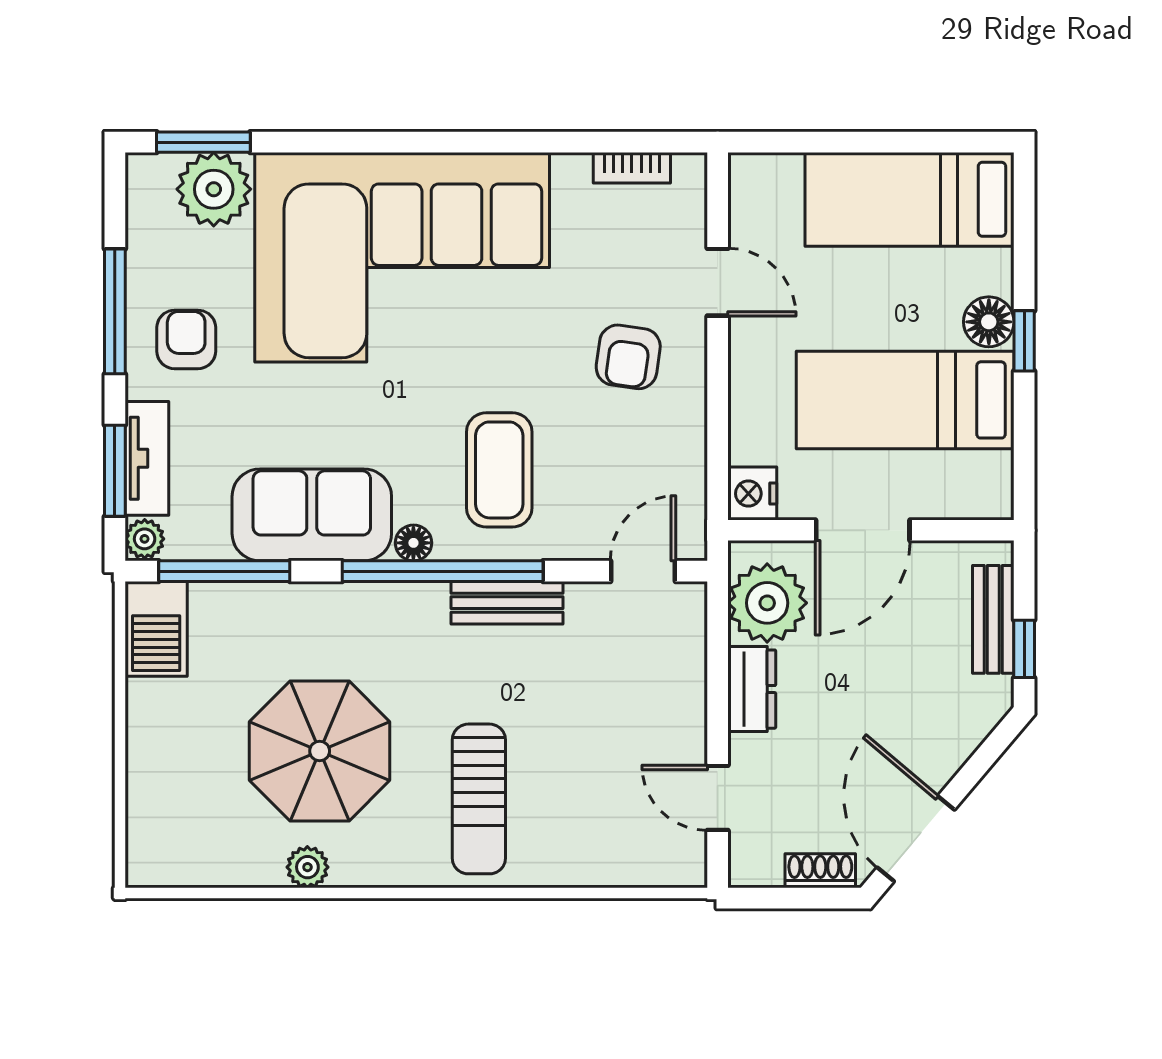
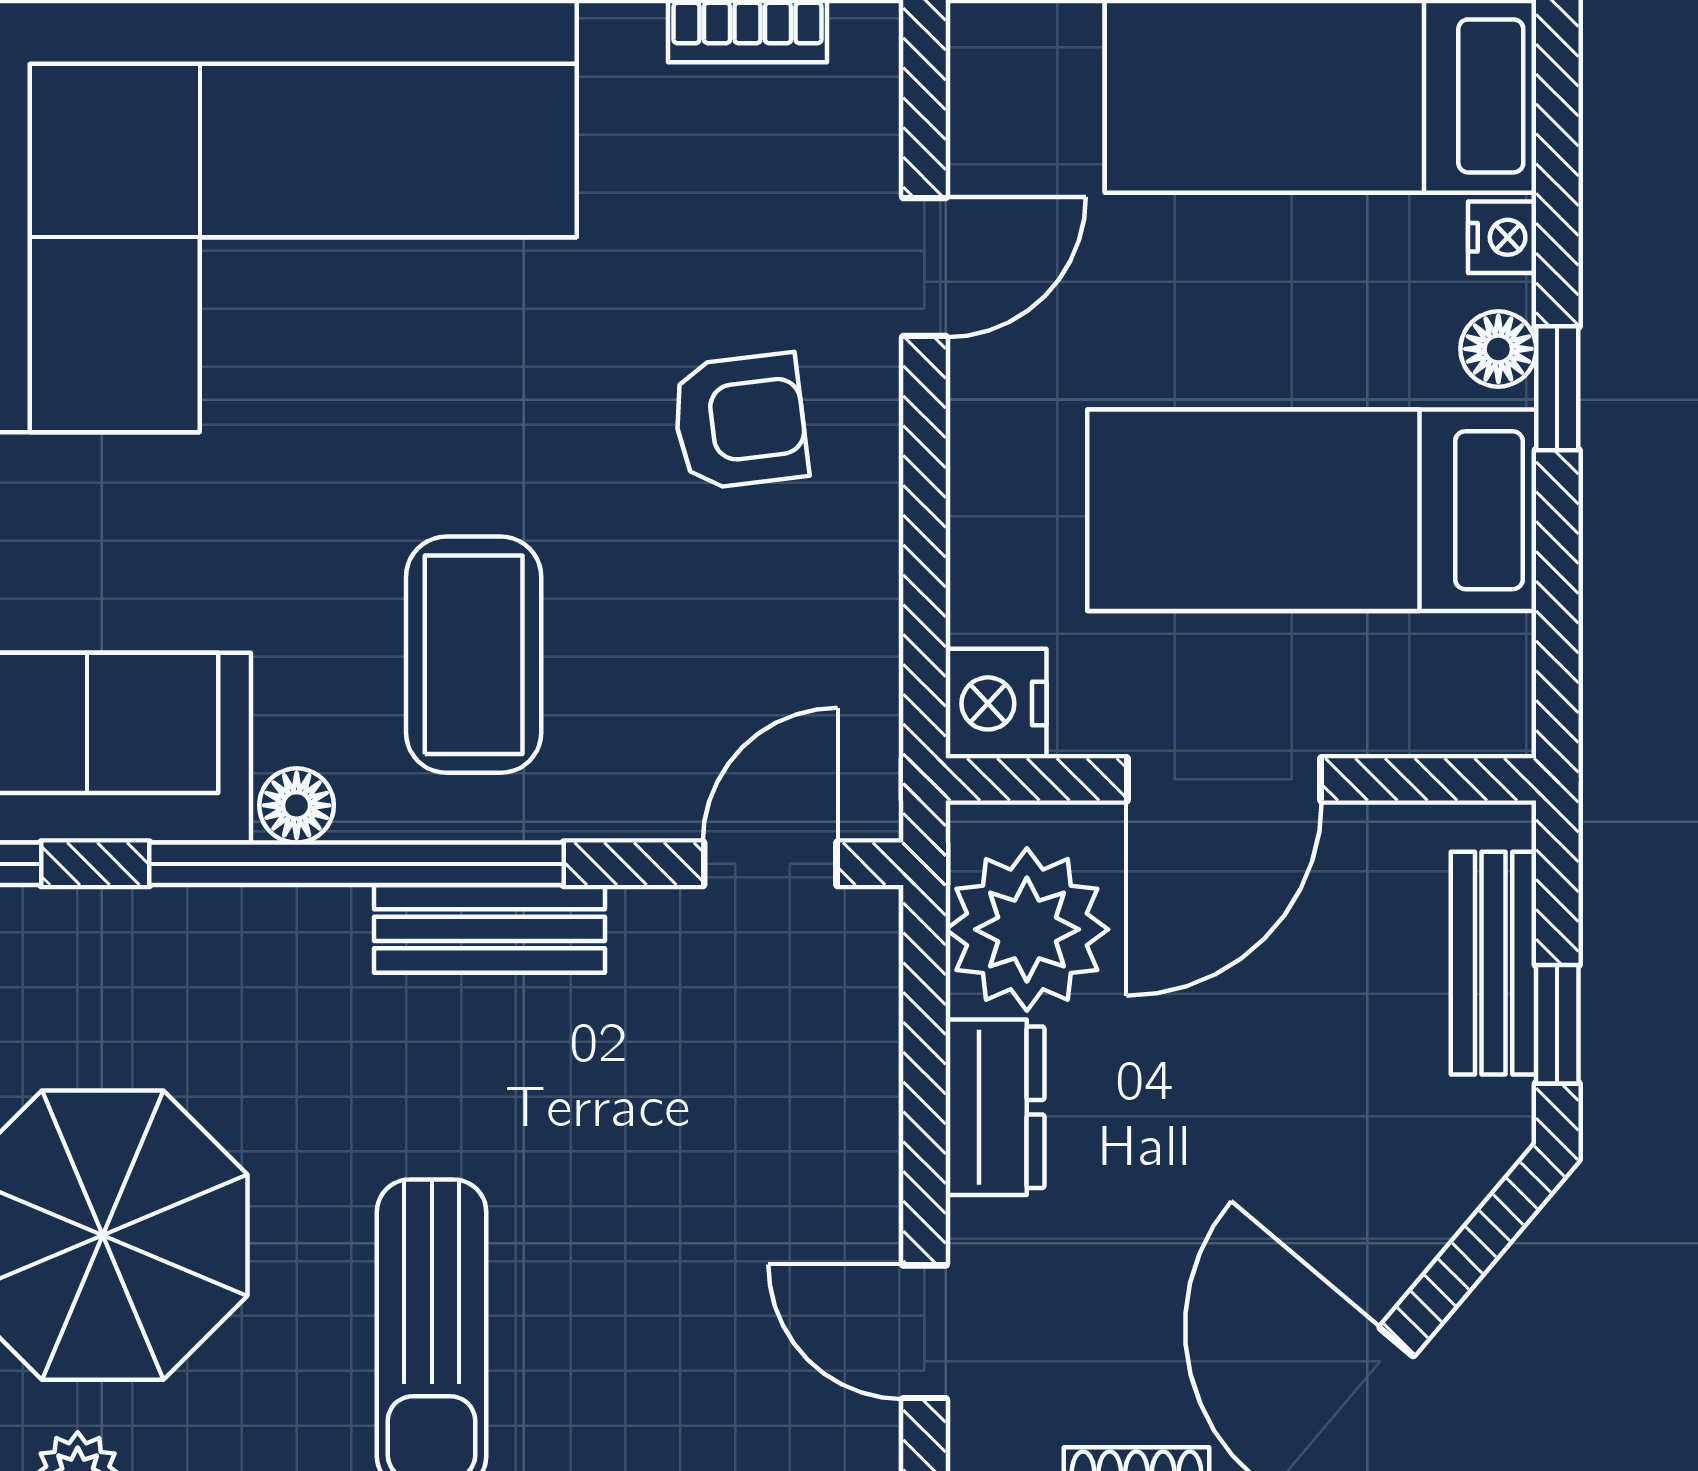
nightstand: (997, 268) -> (1502, 237), added
door: (718, 282) -> (924, 267), hinge flipped
floor lamp: (989, 322) -> (1498, 349), width x0.73, depth x0.73
armchair: (628, 357) -> (740, 421), turned -105

